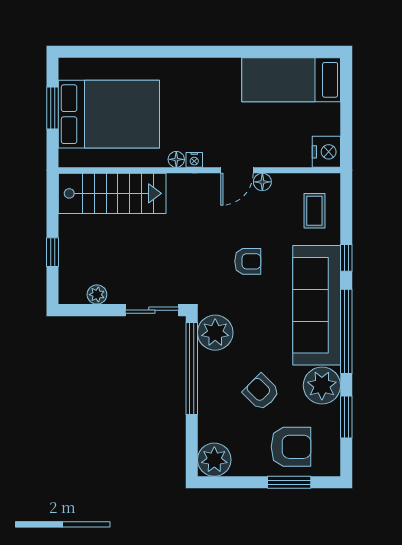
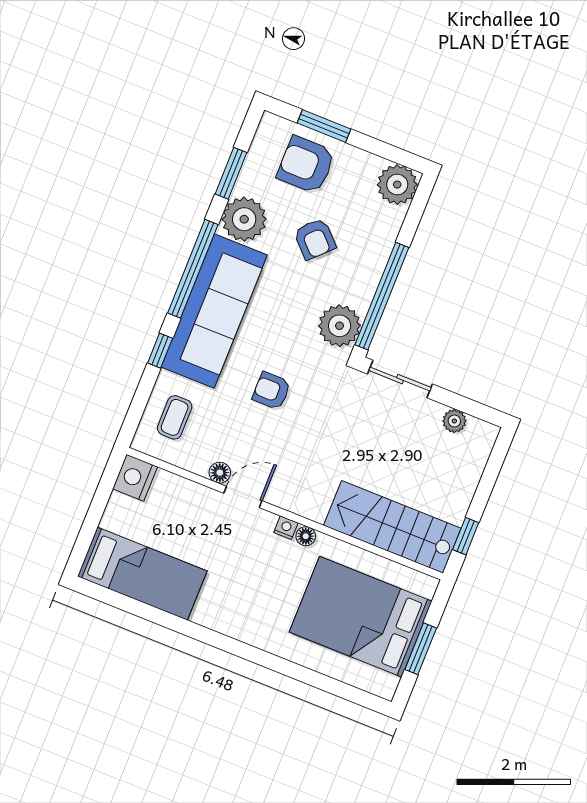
window: (53, 252) -> (466, 536), moved

